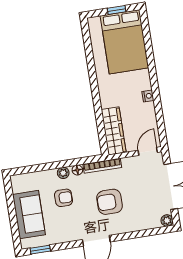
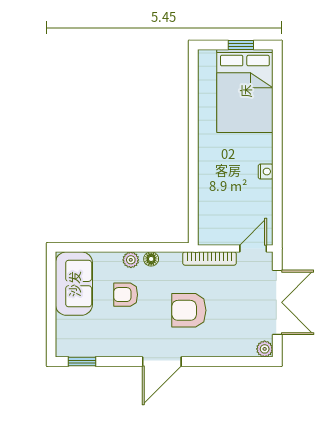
wardrobe: (114, 131) -> (210, 213), removed
bookcase: (102, 166) -> (210, 259), moved
armchair: (63, 198) -> (126, 295), turned 180
sofa: (29, 215) -> (74, 284), moved

